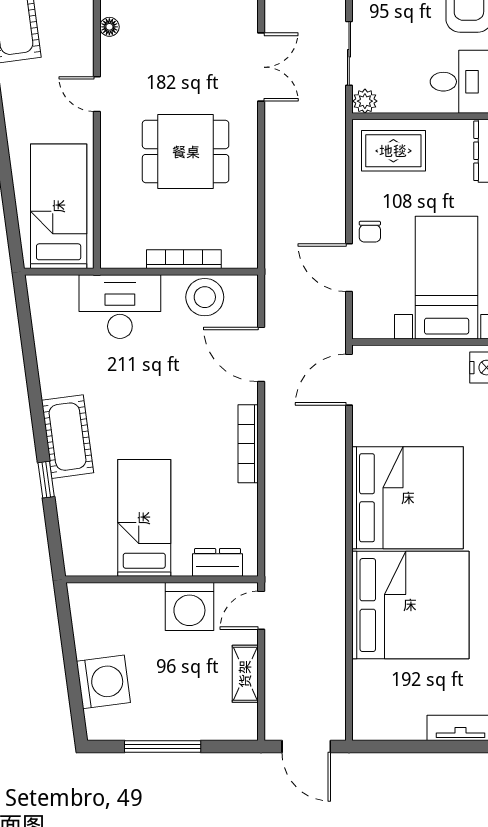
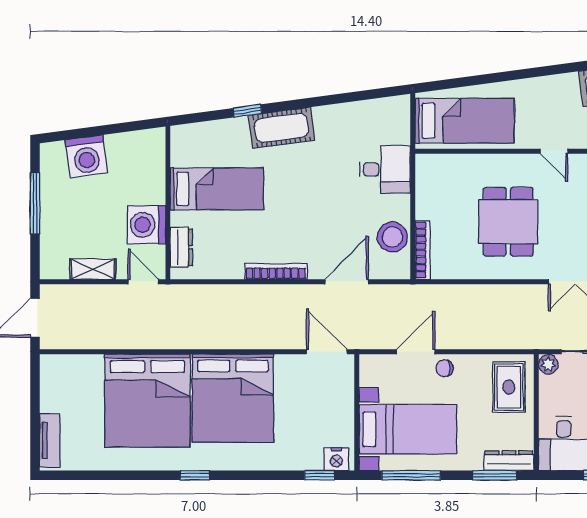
door: (97, 94) -> (554, 151), swing flipped
bookcase: (184, 259) -> (423, 250), moved
desk: (120, 307) -> (385, 169), width x0.73

